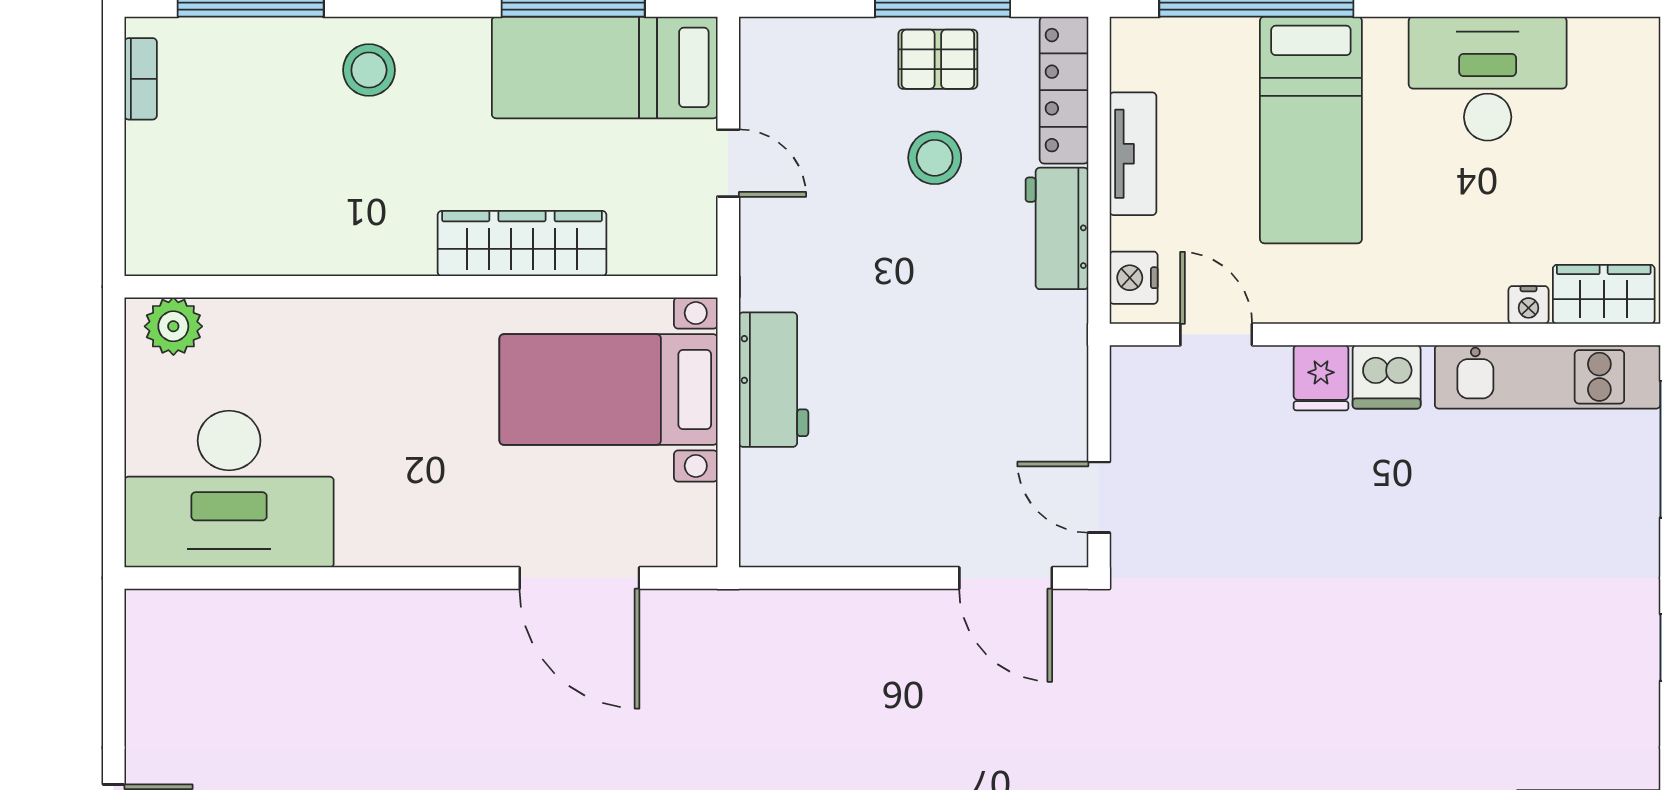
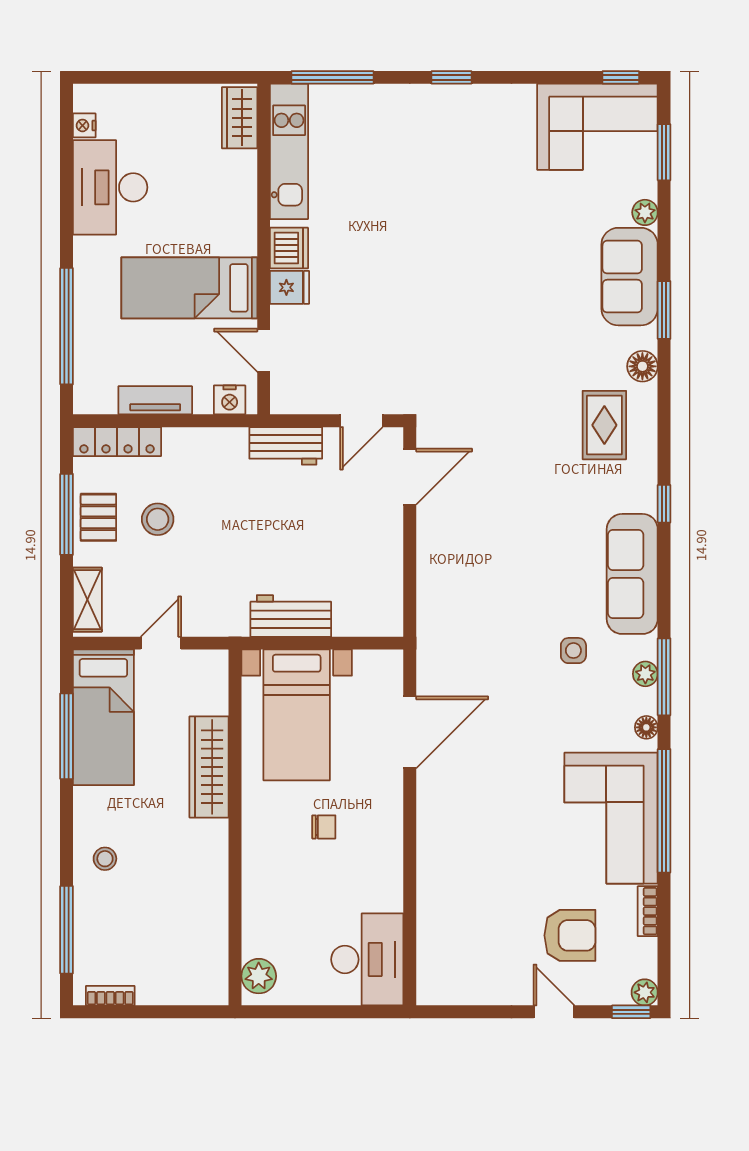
shelving: (801, 41) -> (87, 600), added
stool: (369, 70) -> (105, 859), width x0.73, depth x0.73
bed: (1311, 130) -> (189, 288), moved, turned 180
workbench: (1057, 228) -> (286, 446), moved
nightstand: (1529, 305) -> (84, 125), moved, turned 180
door: (1216, 334) -> (264, 350), hinge flipped
chair: (422, 435) -> (324, 827), added
desk: (229, 489) -> (367, 959), width x0.73, depth x0.77

